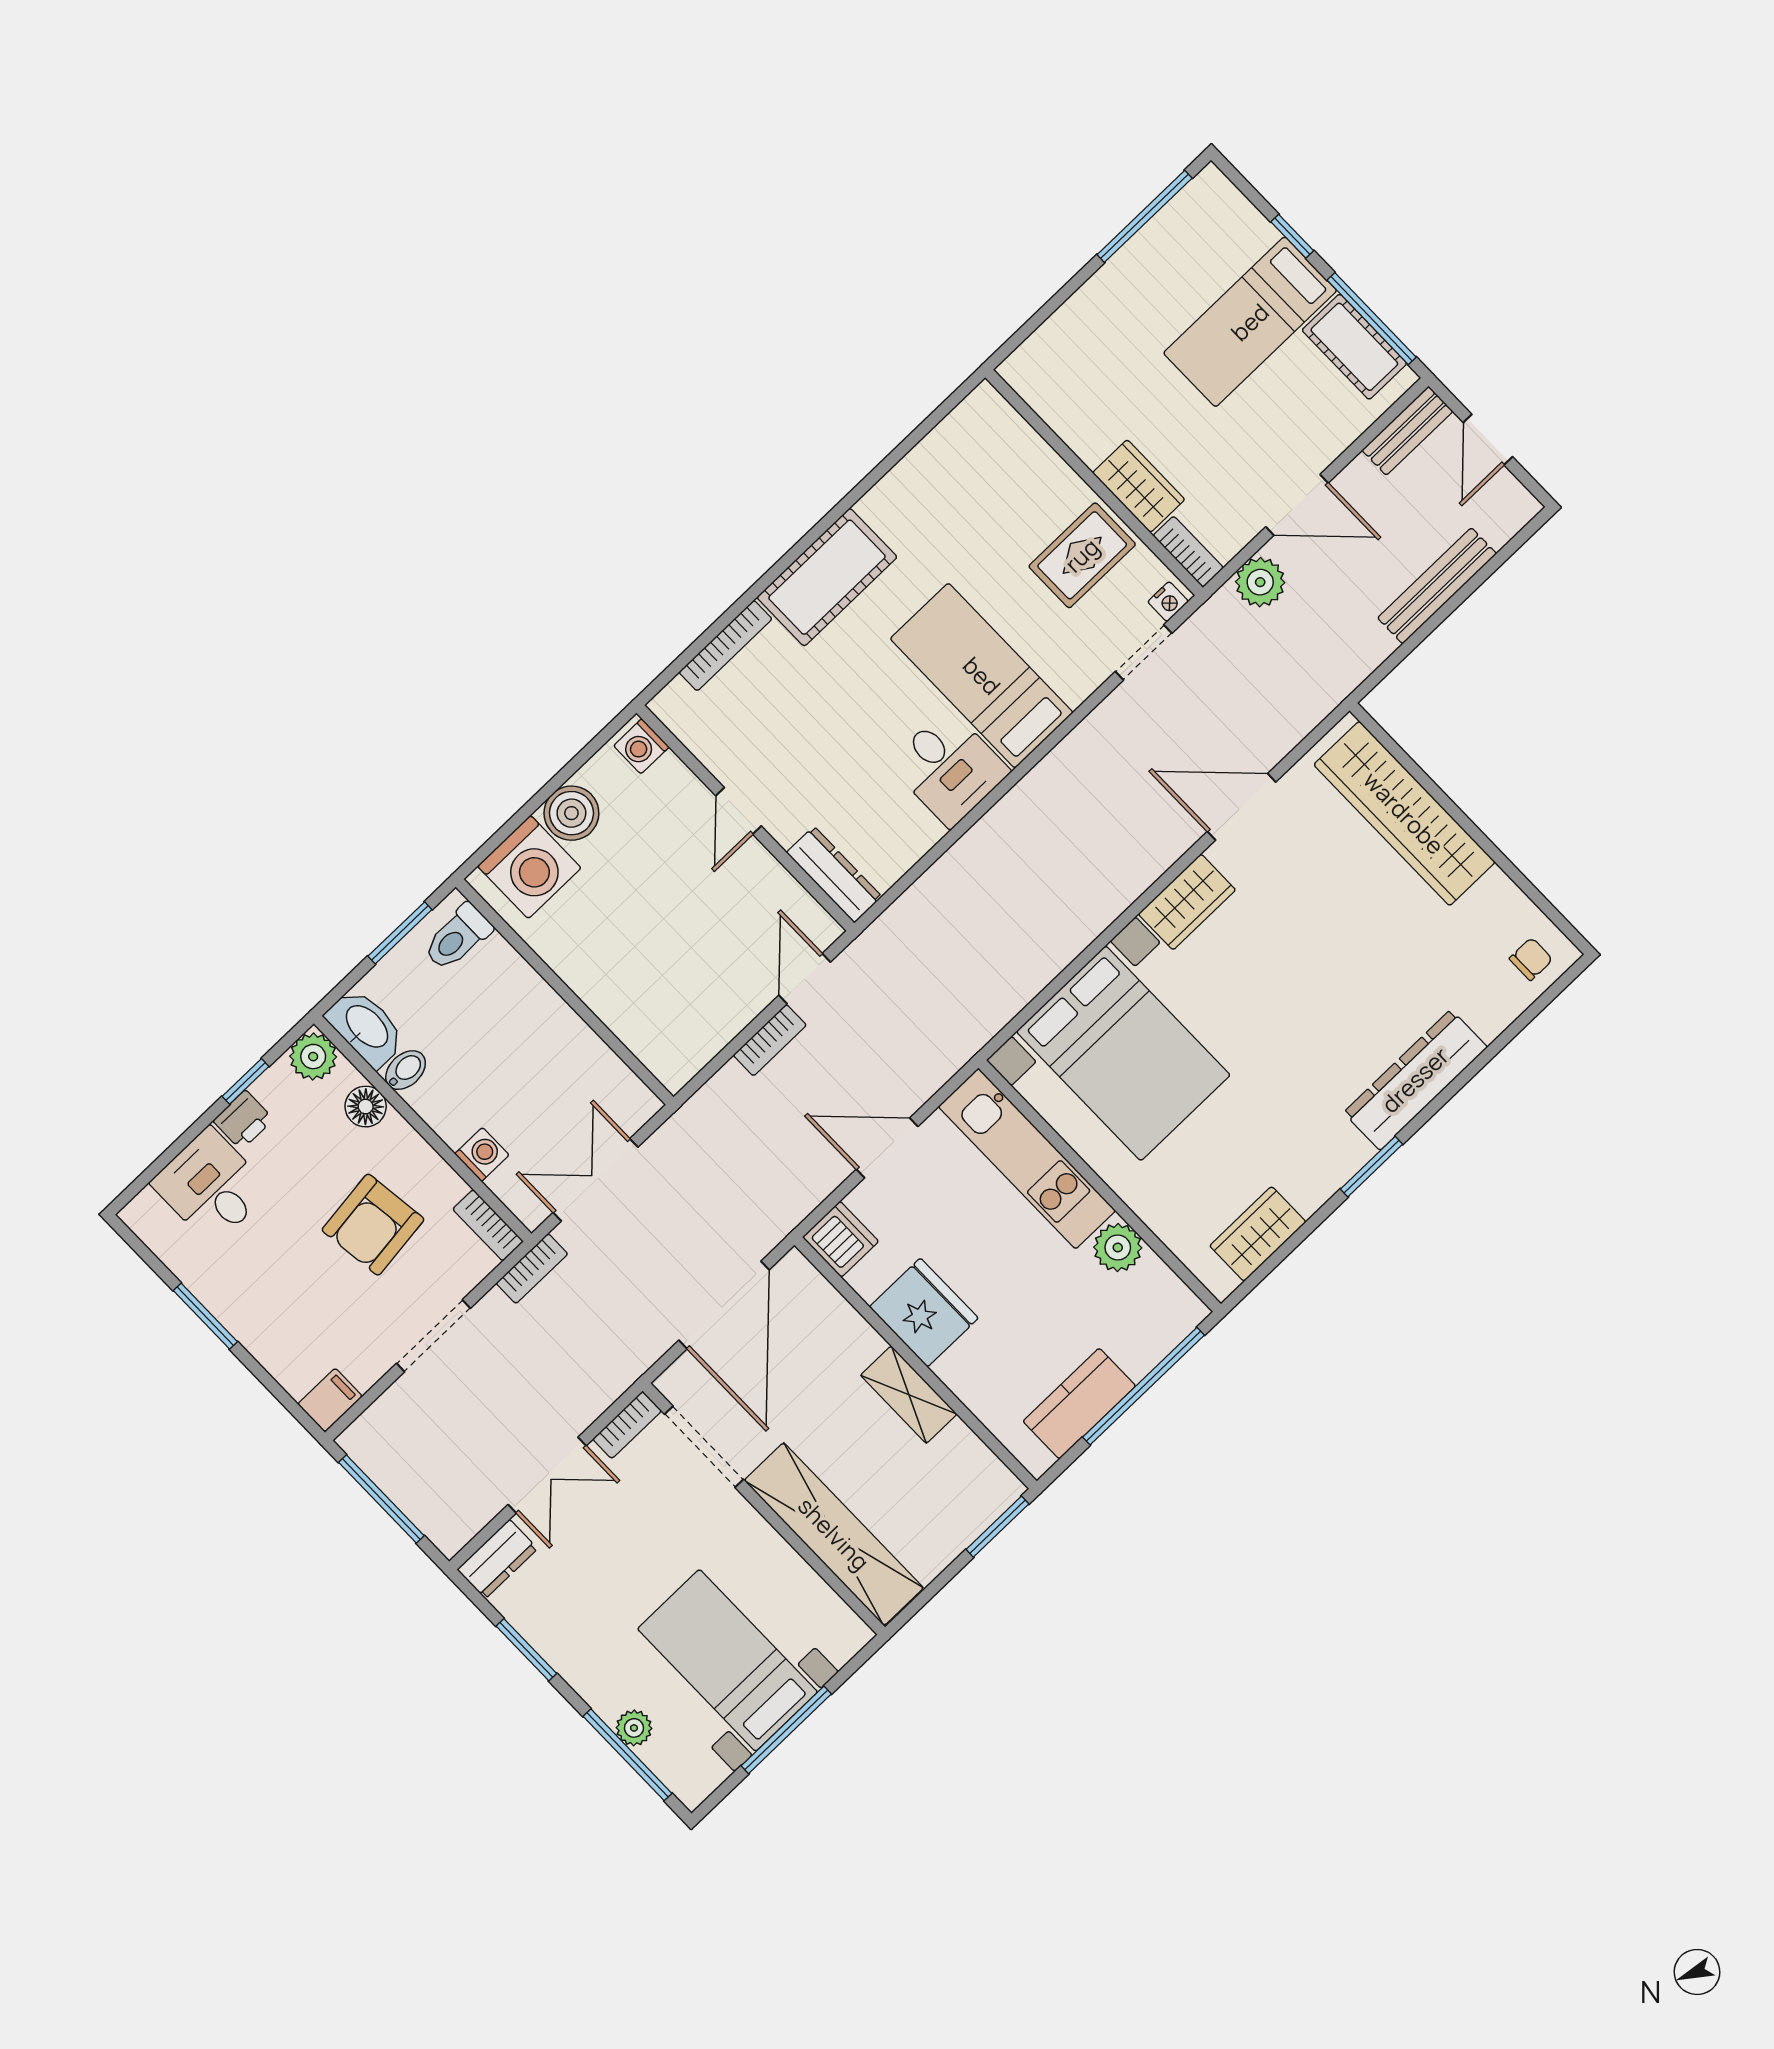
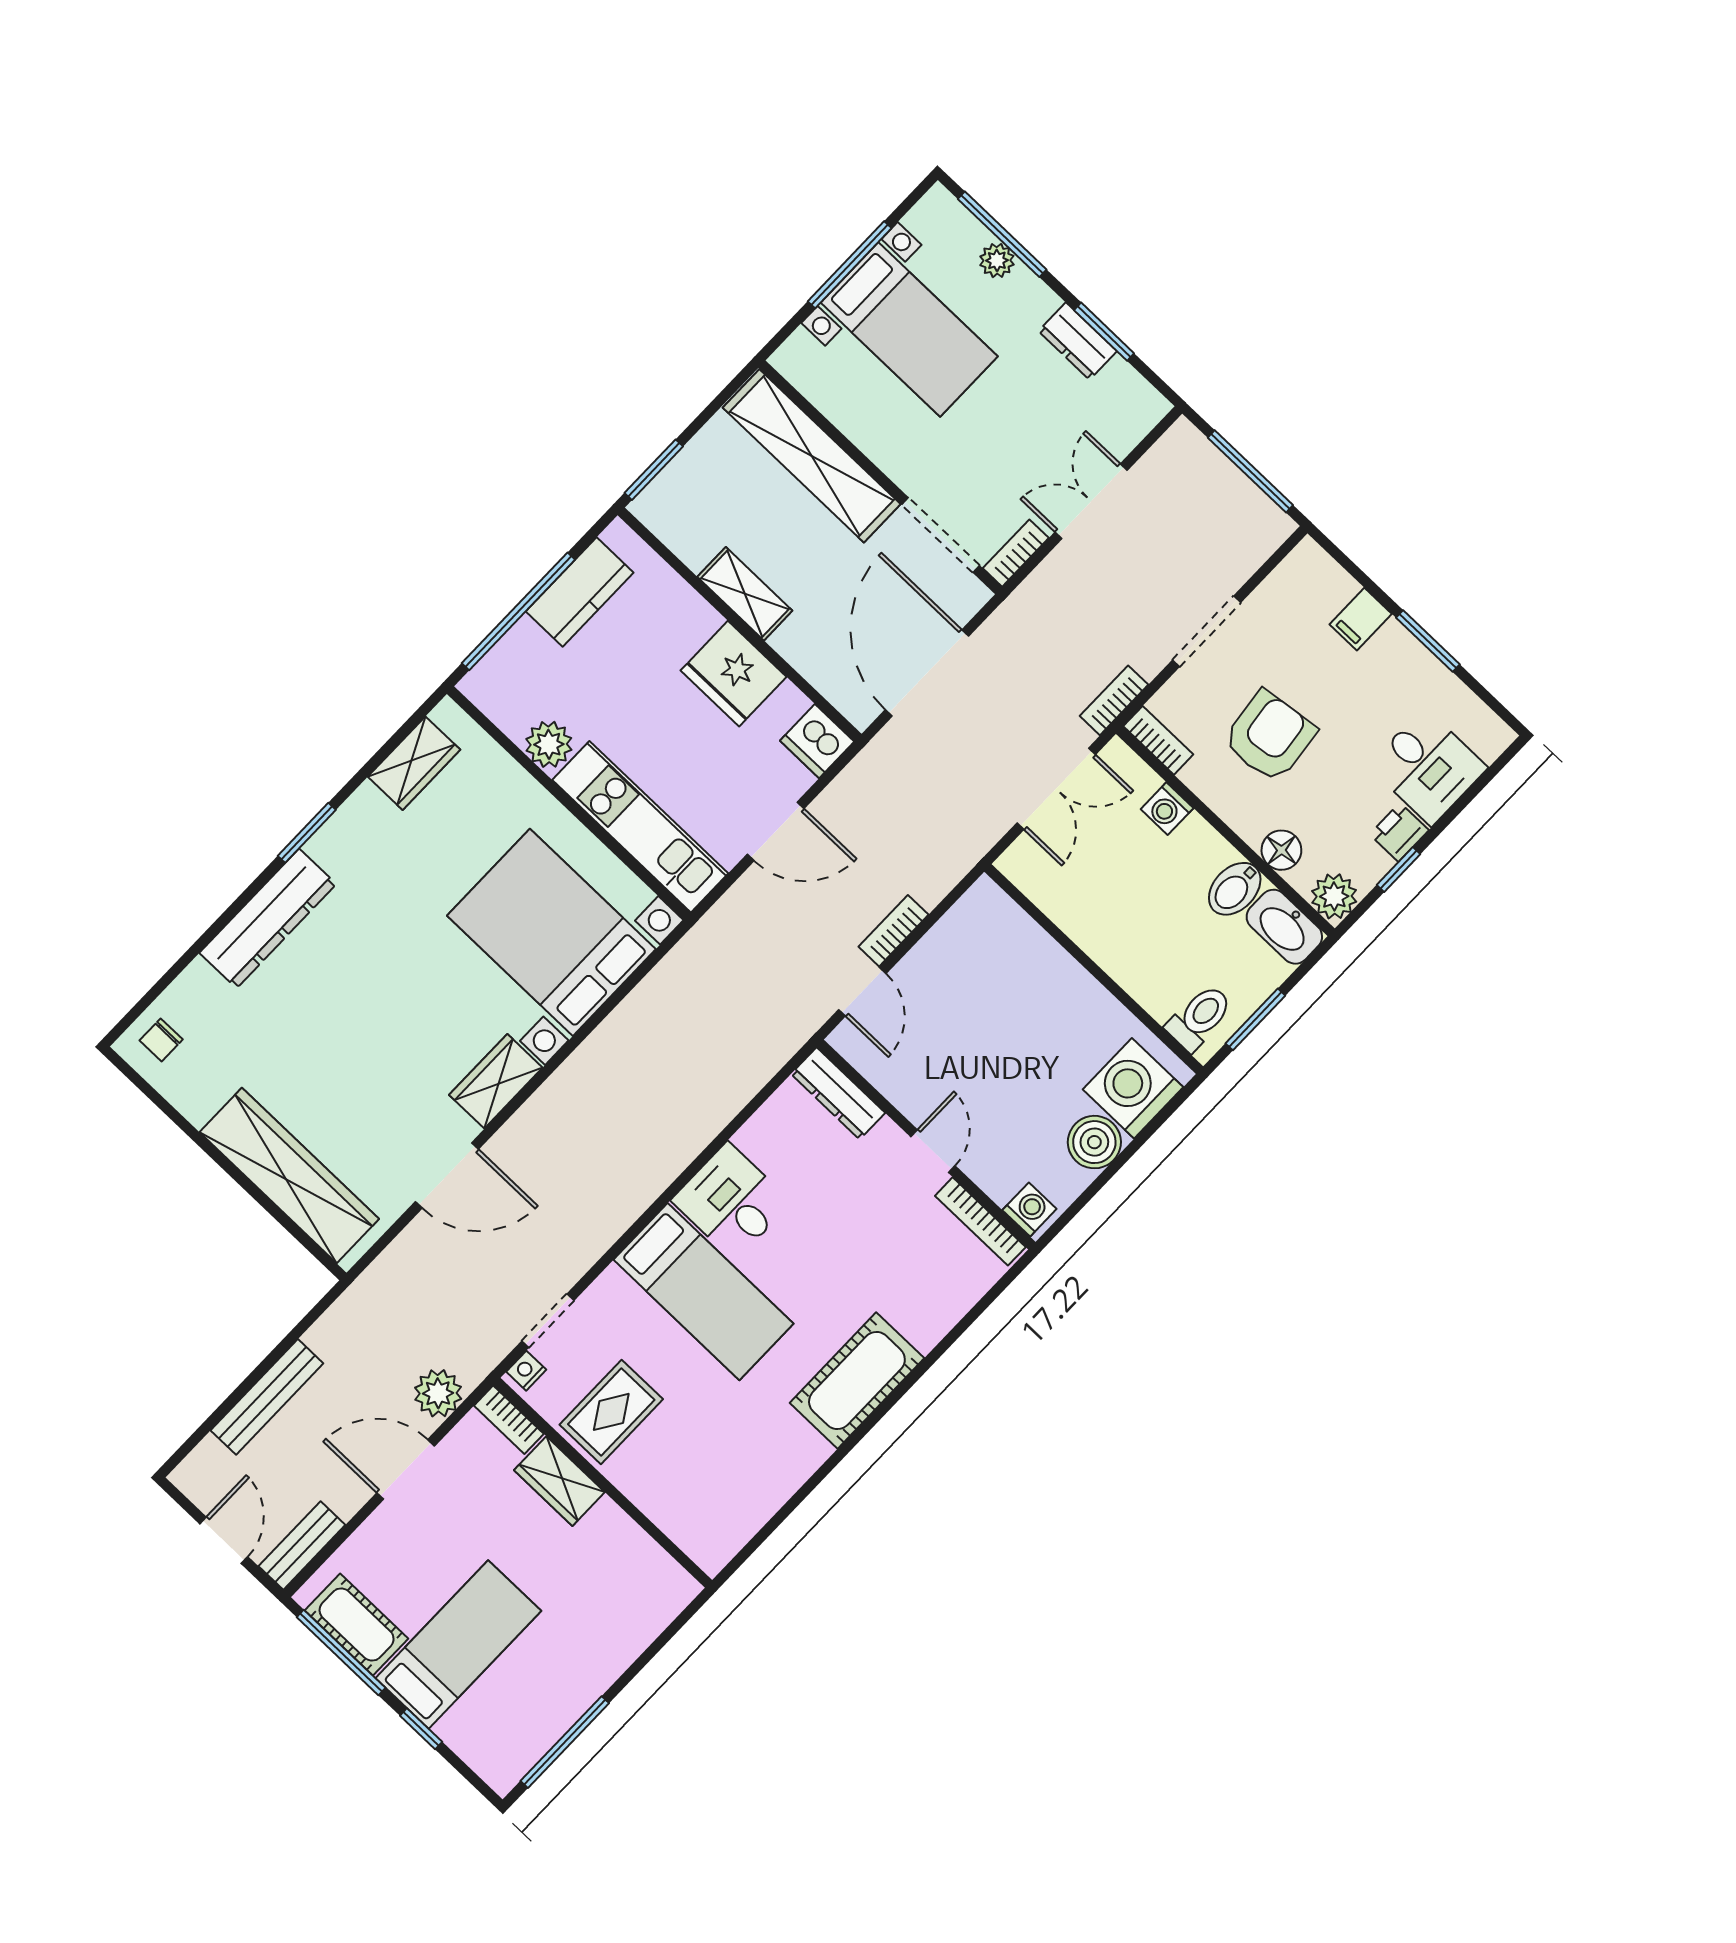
bookcase: (725, 646) -> (980, 1221), moved, turned -90
bidet: (406, 1070) -> (1235, 889), width x1.38, depth x1.36
filing cabinet: (330, 1400) -> (1361, 619), moved
dresser: (497, 1559) -> (1078, 341), moved, turned -90

